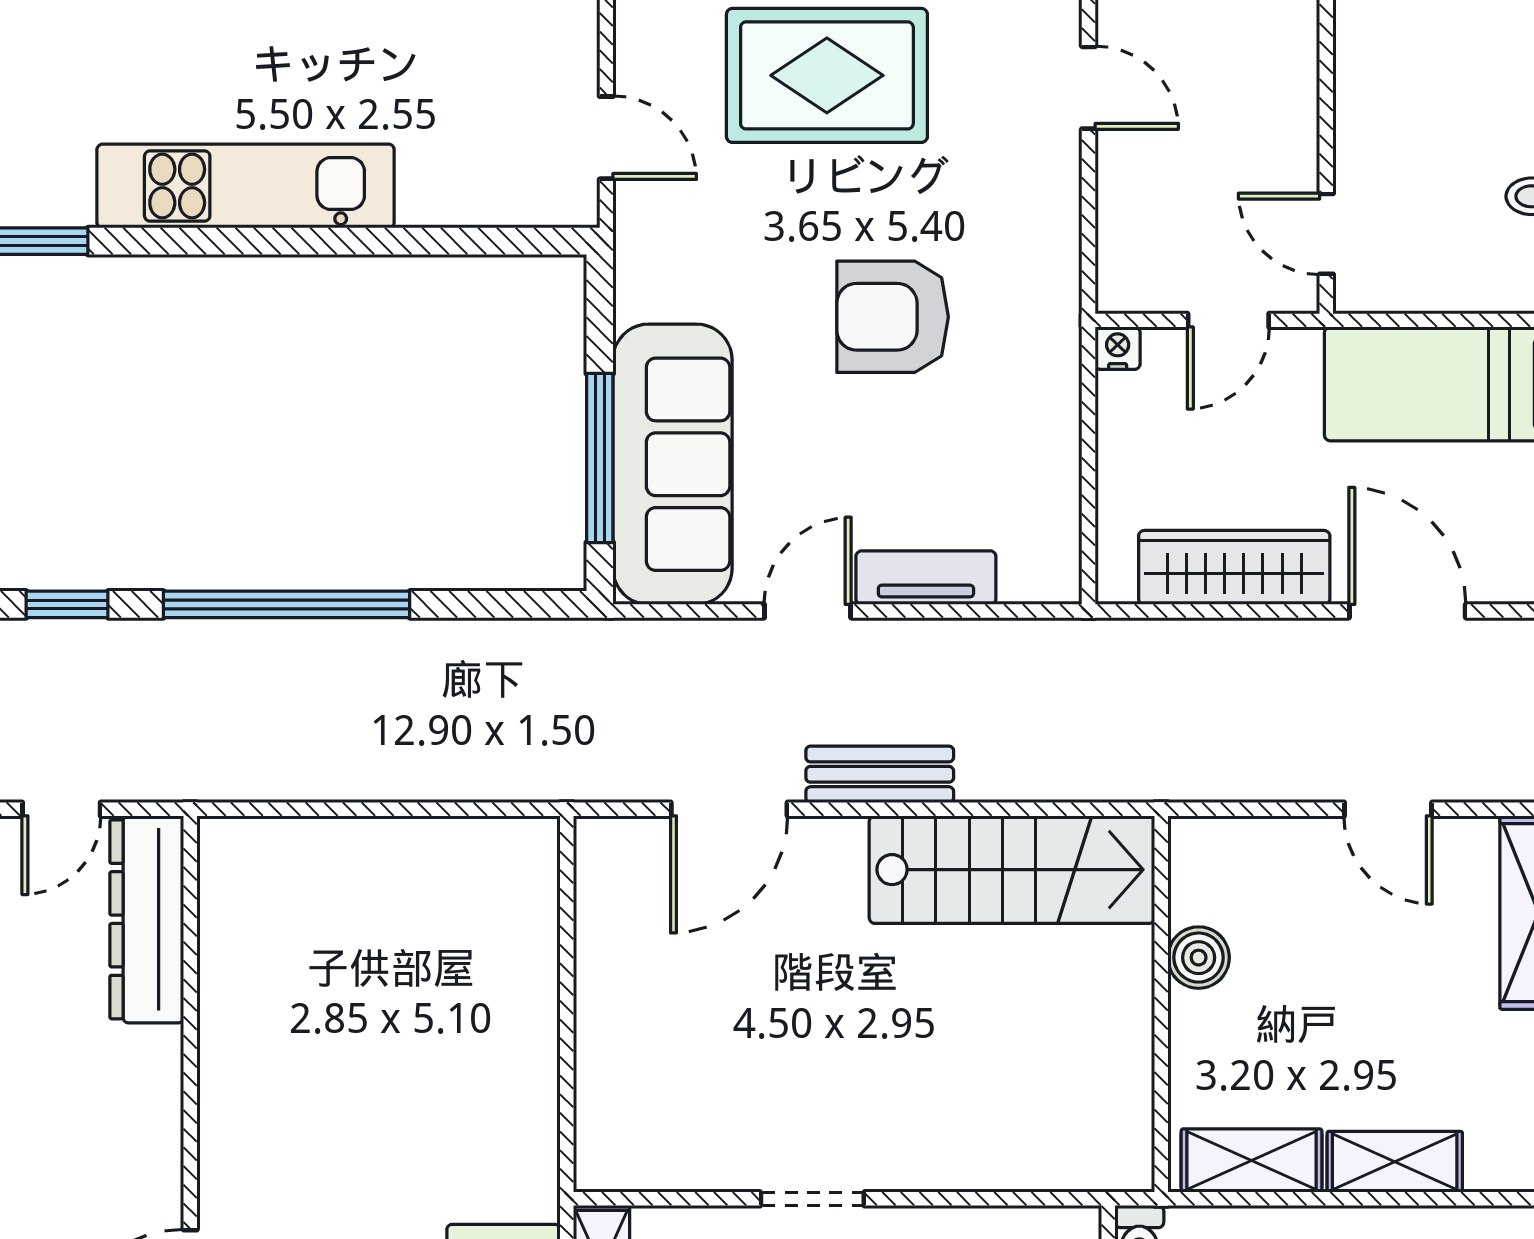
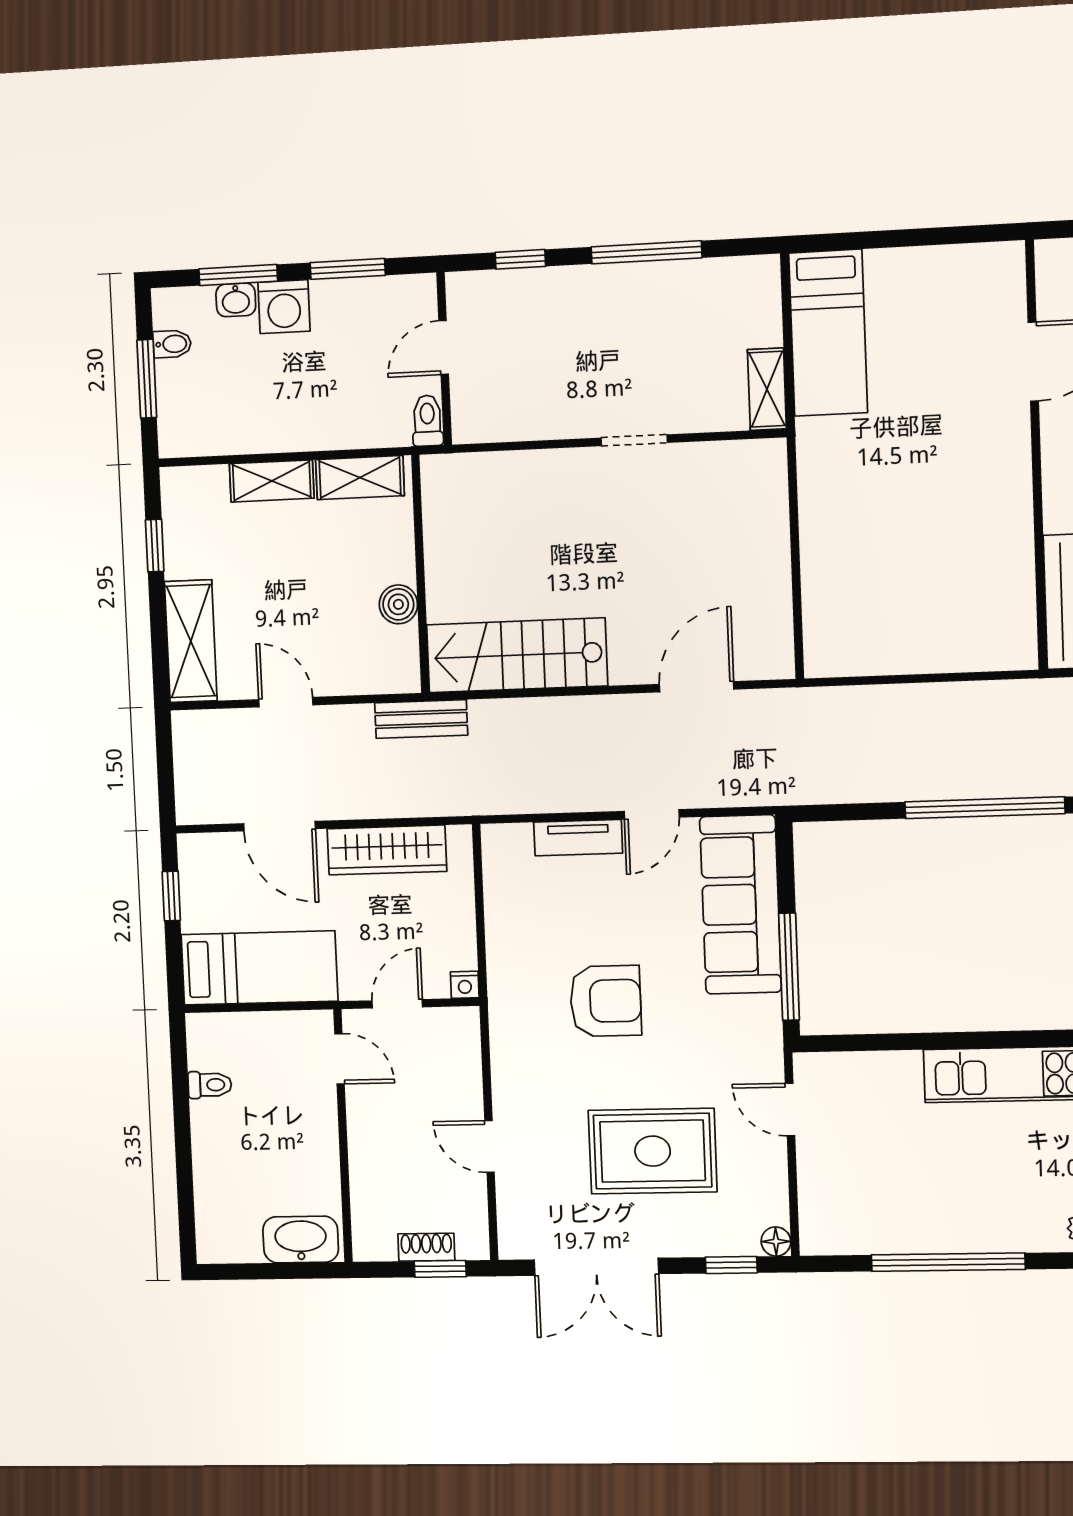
window: (600, 458) -> (789, 967), moved
bench: (880, 774) -> (421, 719), moved

